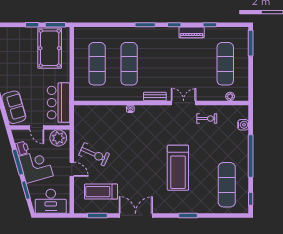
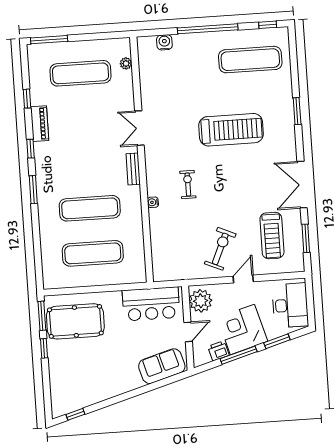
exercise bike: (207, 118) -> (188, 184), moved

